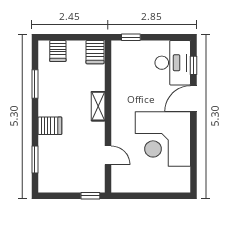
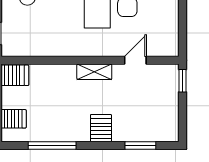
window: (35, 84) -> (52, 146), width x1.44
shelving: (98, 106) -> (94, 72), moved

